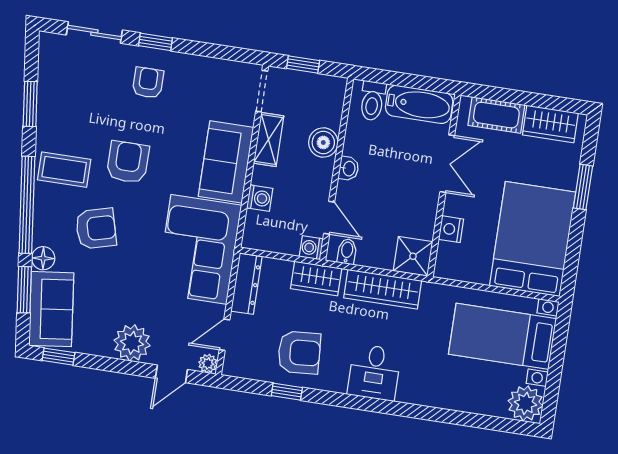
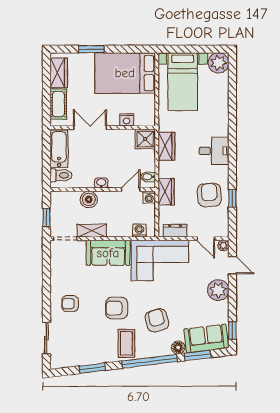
window: (155, 42) -> (46, 303), removed
washing machine: (260, 198) -> (139, 231), moved
dresser: (246, 284) -> (175, 231), width x0.70
wardrobe: (383, 289) -> (166, 146), width x0.67

